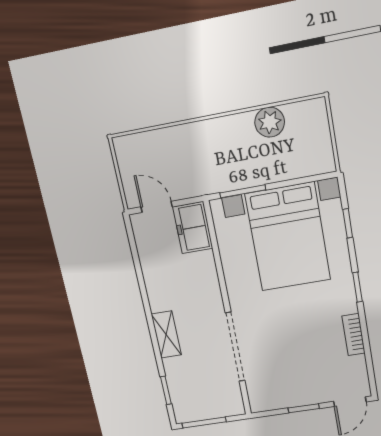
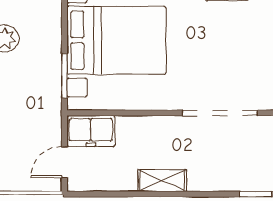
shelving: (166, 335) -> (162, 181), moved

